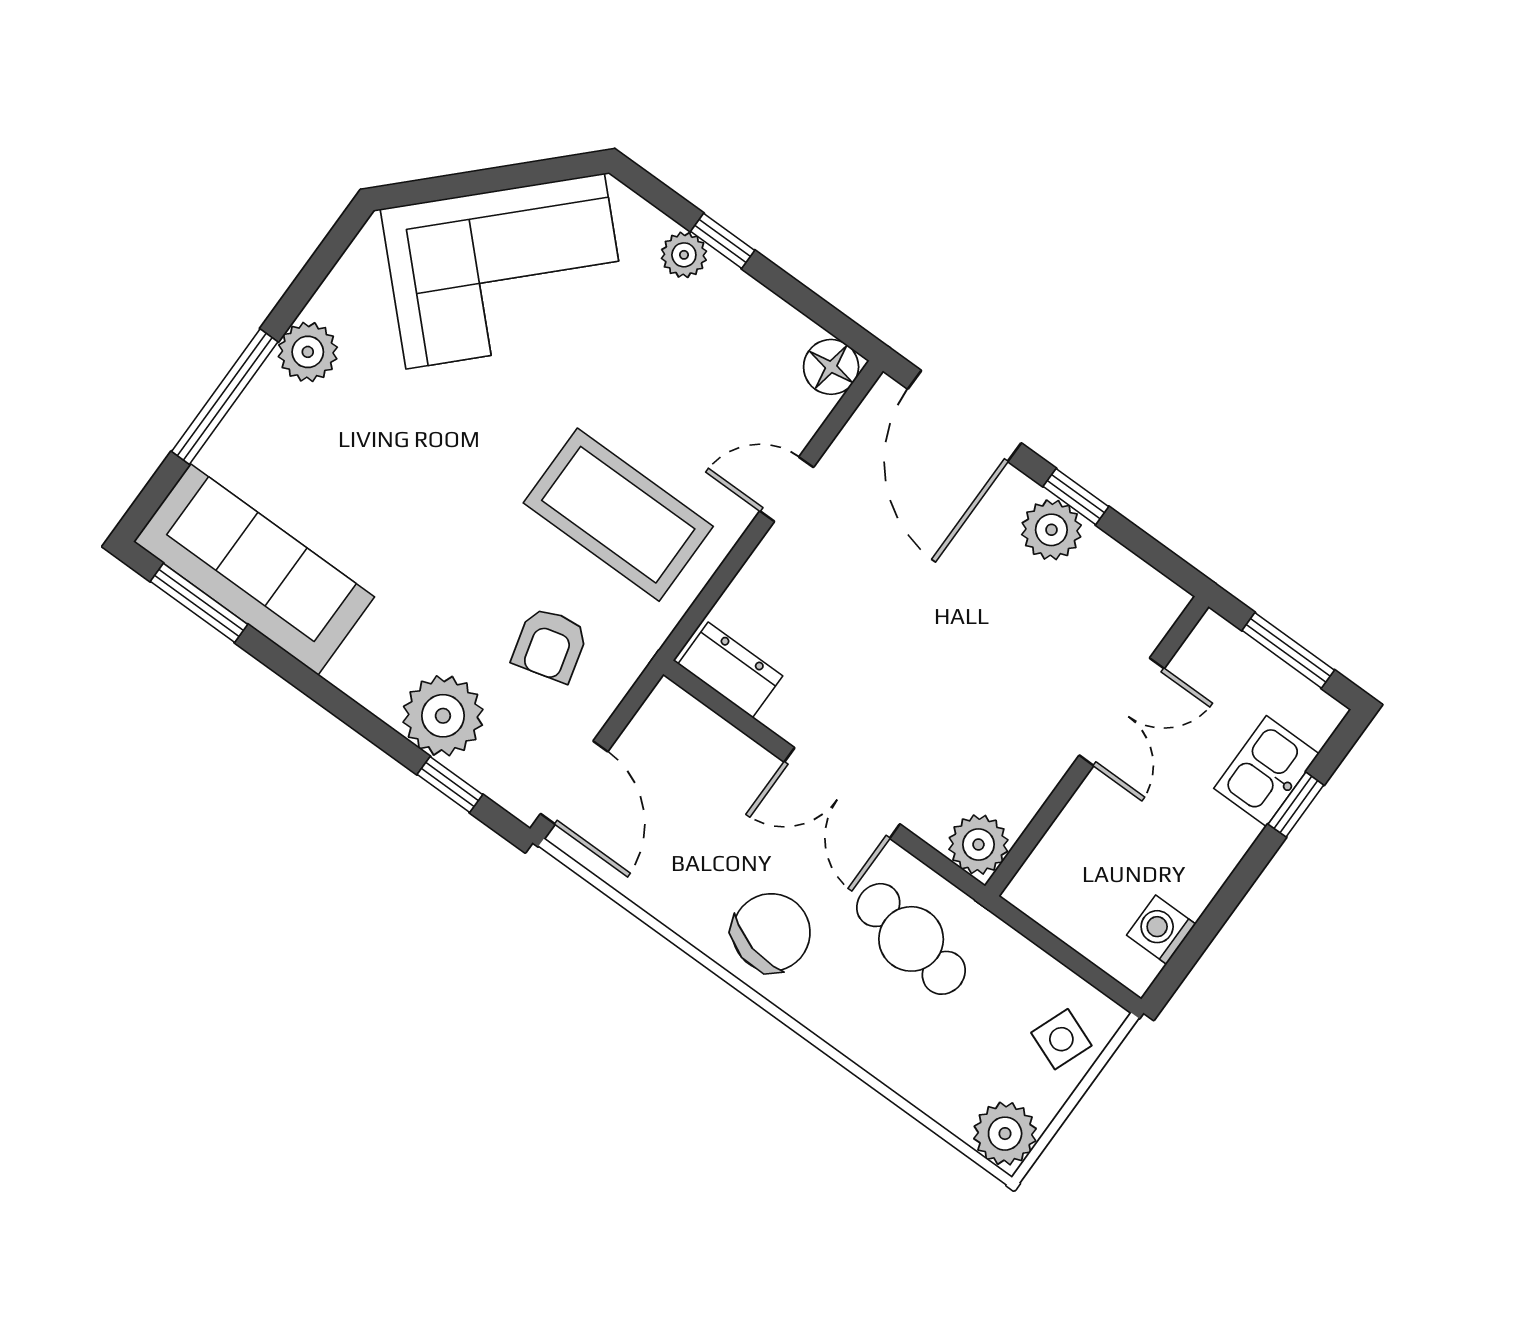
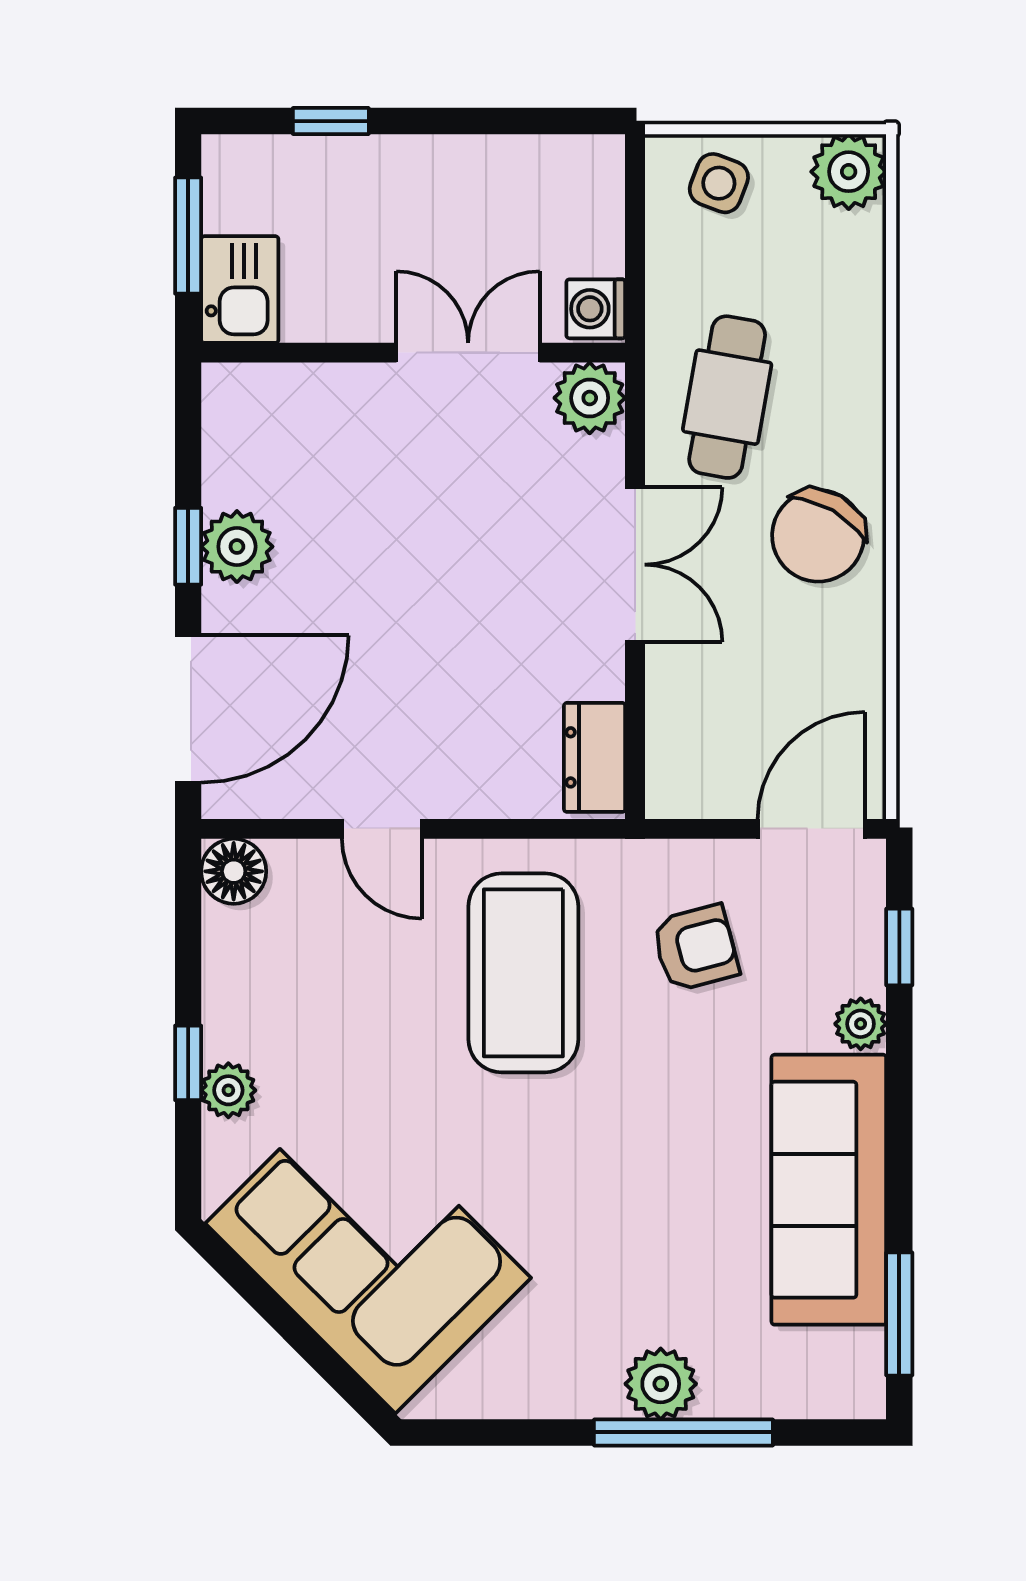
plant: (308, 352) -> (661, 1384), moved
sofa: (254, 569) -> (829, 1190), moved
double door: (1122, 712) -> (468, 353), moved
plant: (443, 716) -> (861, 1024), width x0.53, depth x0.53
kitchen sink: (1266, 771) -> (240, 290), moved, turned -90
washing machine: (1161, 930) -> (596, 309), moved, turned 90
chair: (771, 932) -> (818, 536), turned -74

